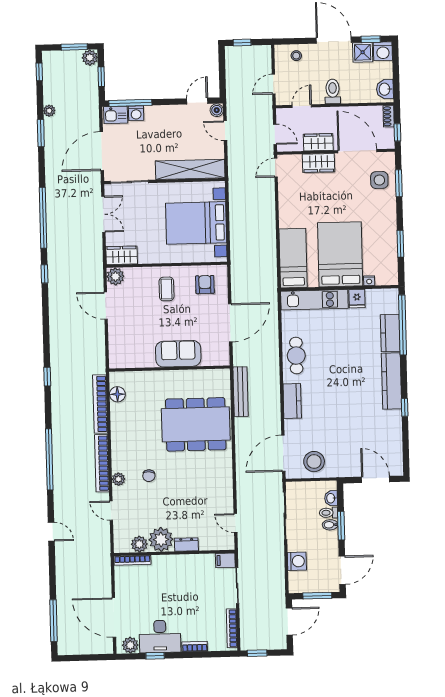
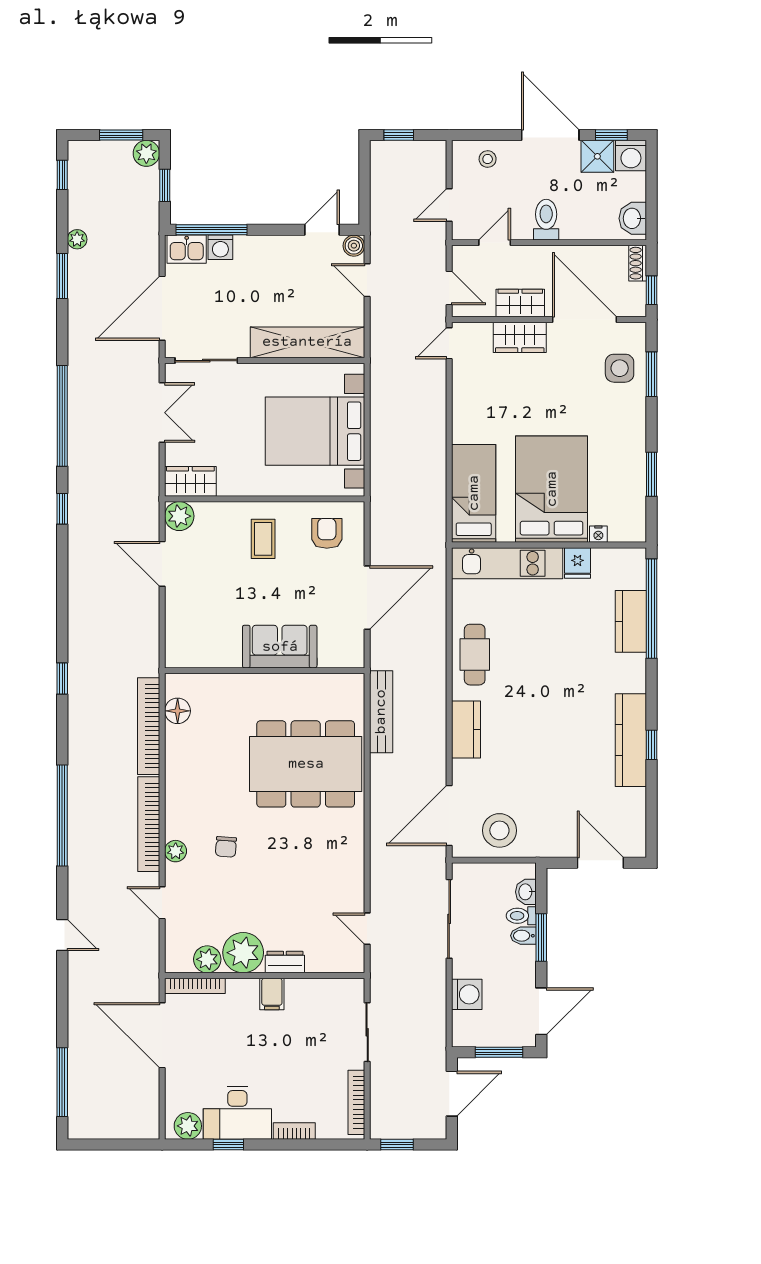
kitchen counter: (391, 381) -> (631, 740), moved
filing cabinet: (225, 560) -> (272, 994), moved, turned -90
door: (114, 618) -> (162, 1035), moved

